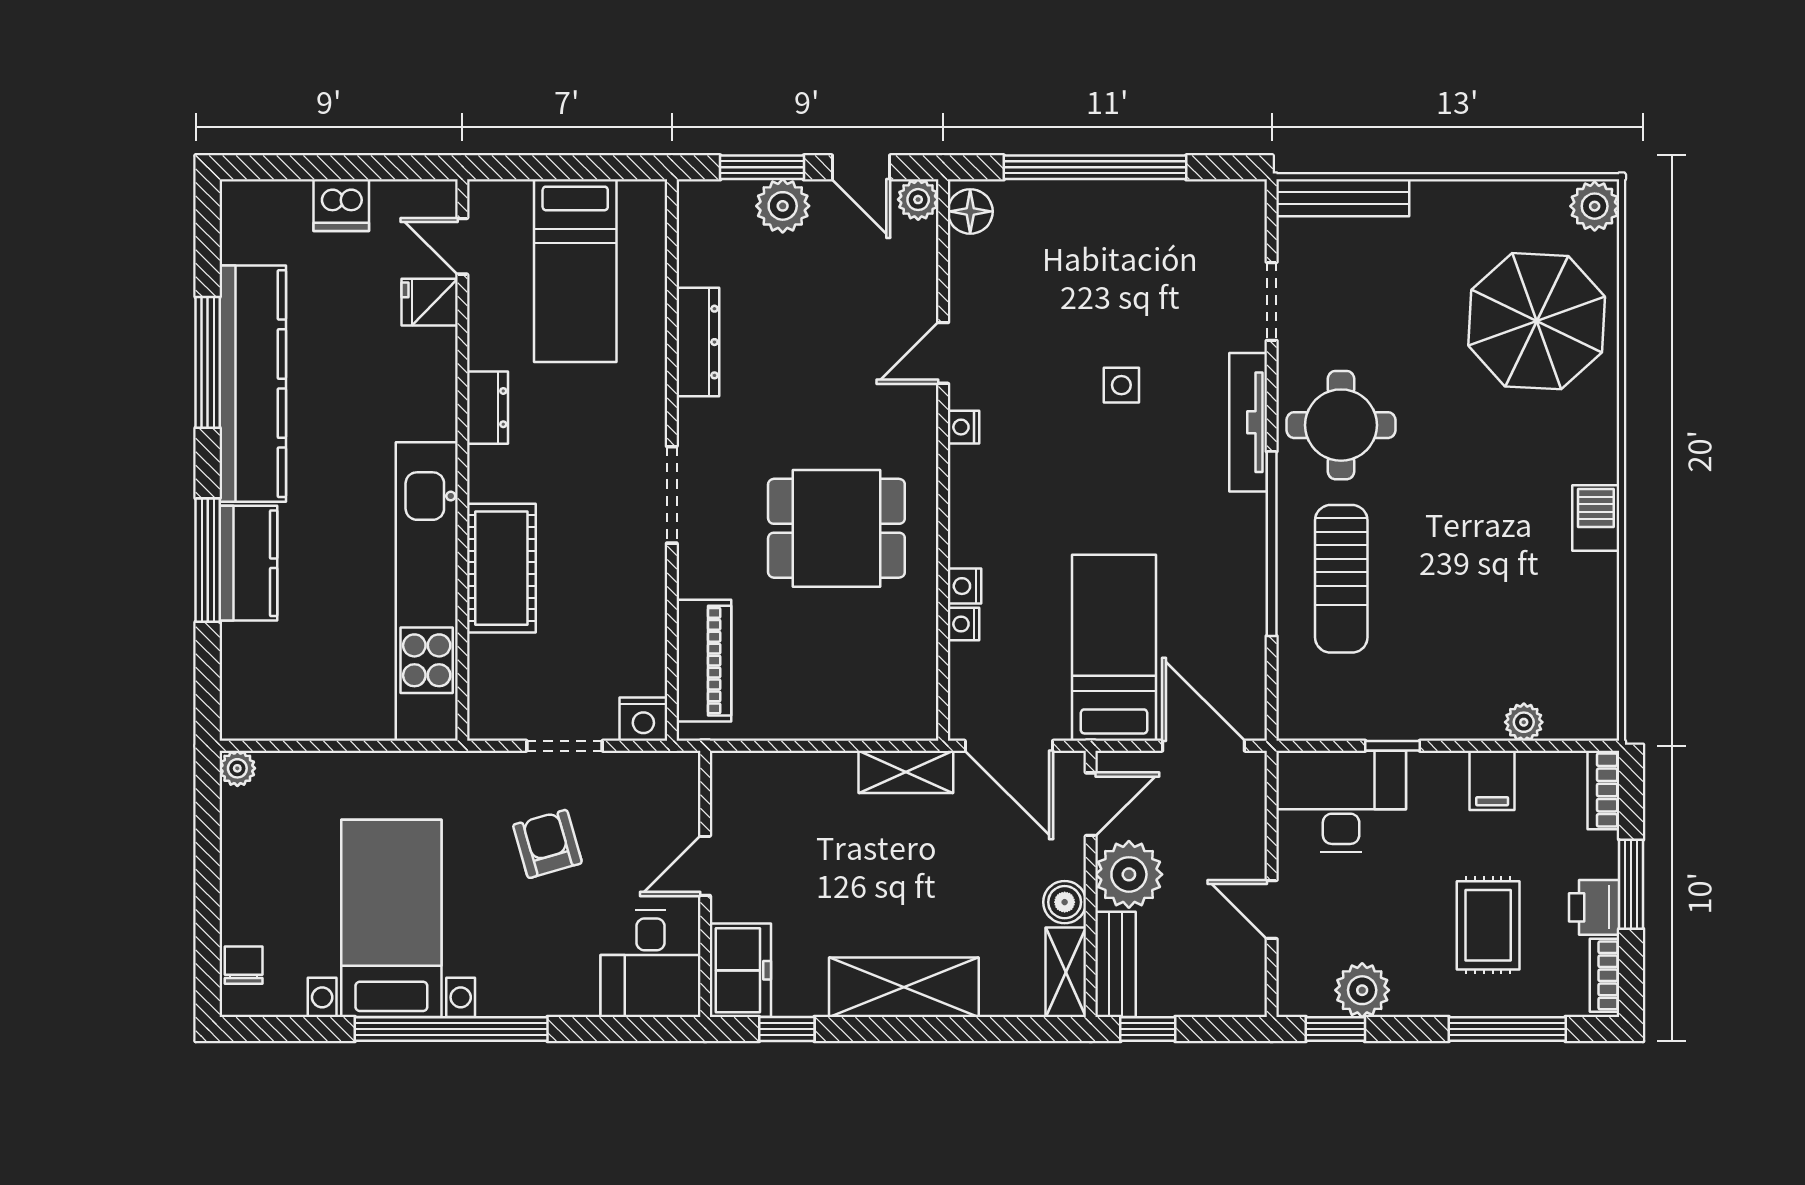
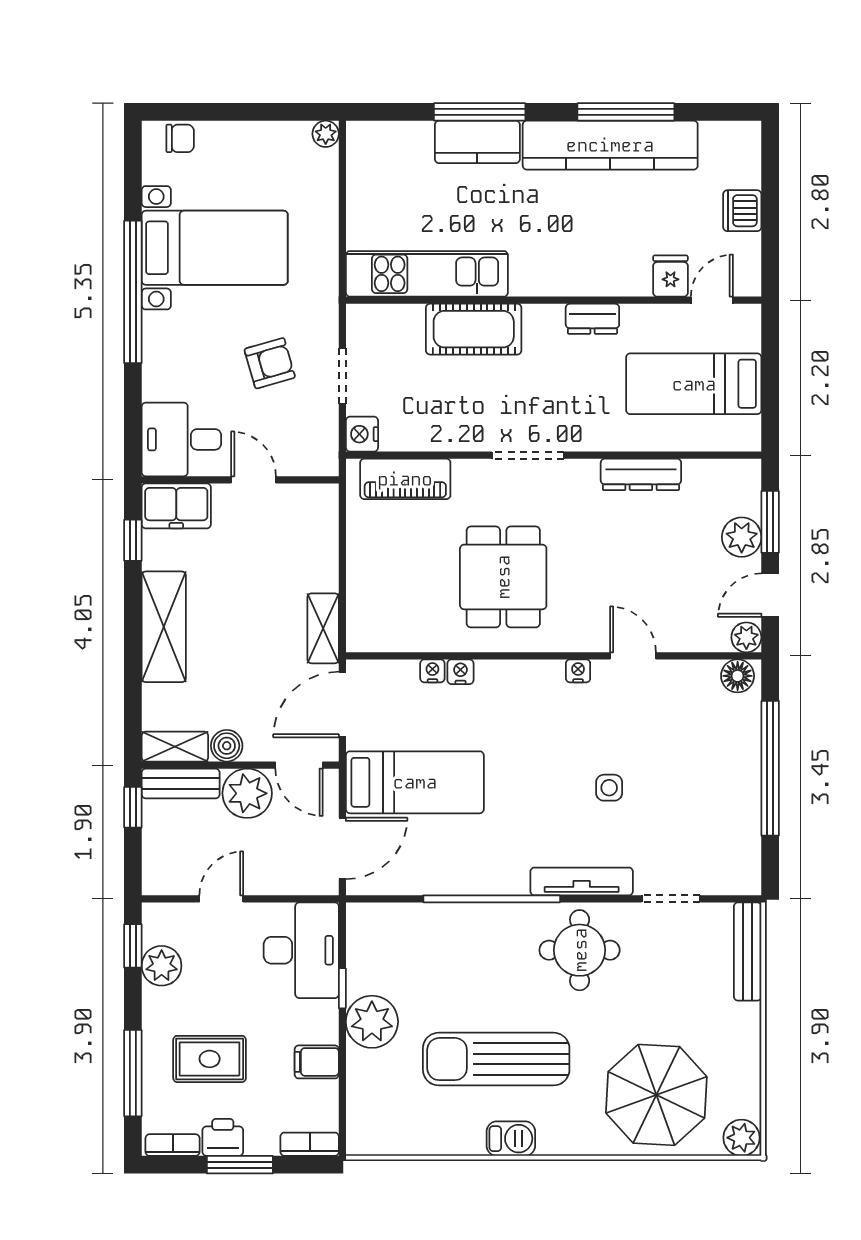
sun lounger: (1341, 579) -> (496, 1059), moved, width x1.36, depth x1.34
kitchen unit: (427, 592) -> (427, 274), width x0.73
plant: (1524, 722) -> (372, 1022), moved, width x1.88, depth x1.88

